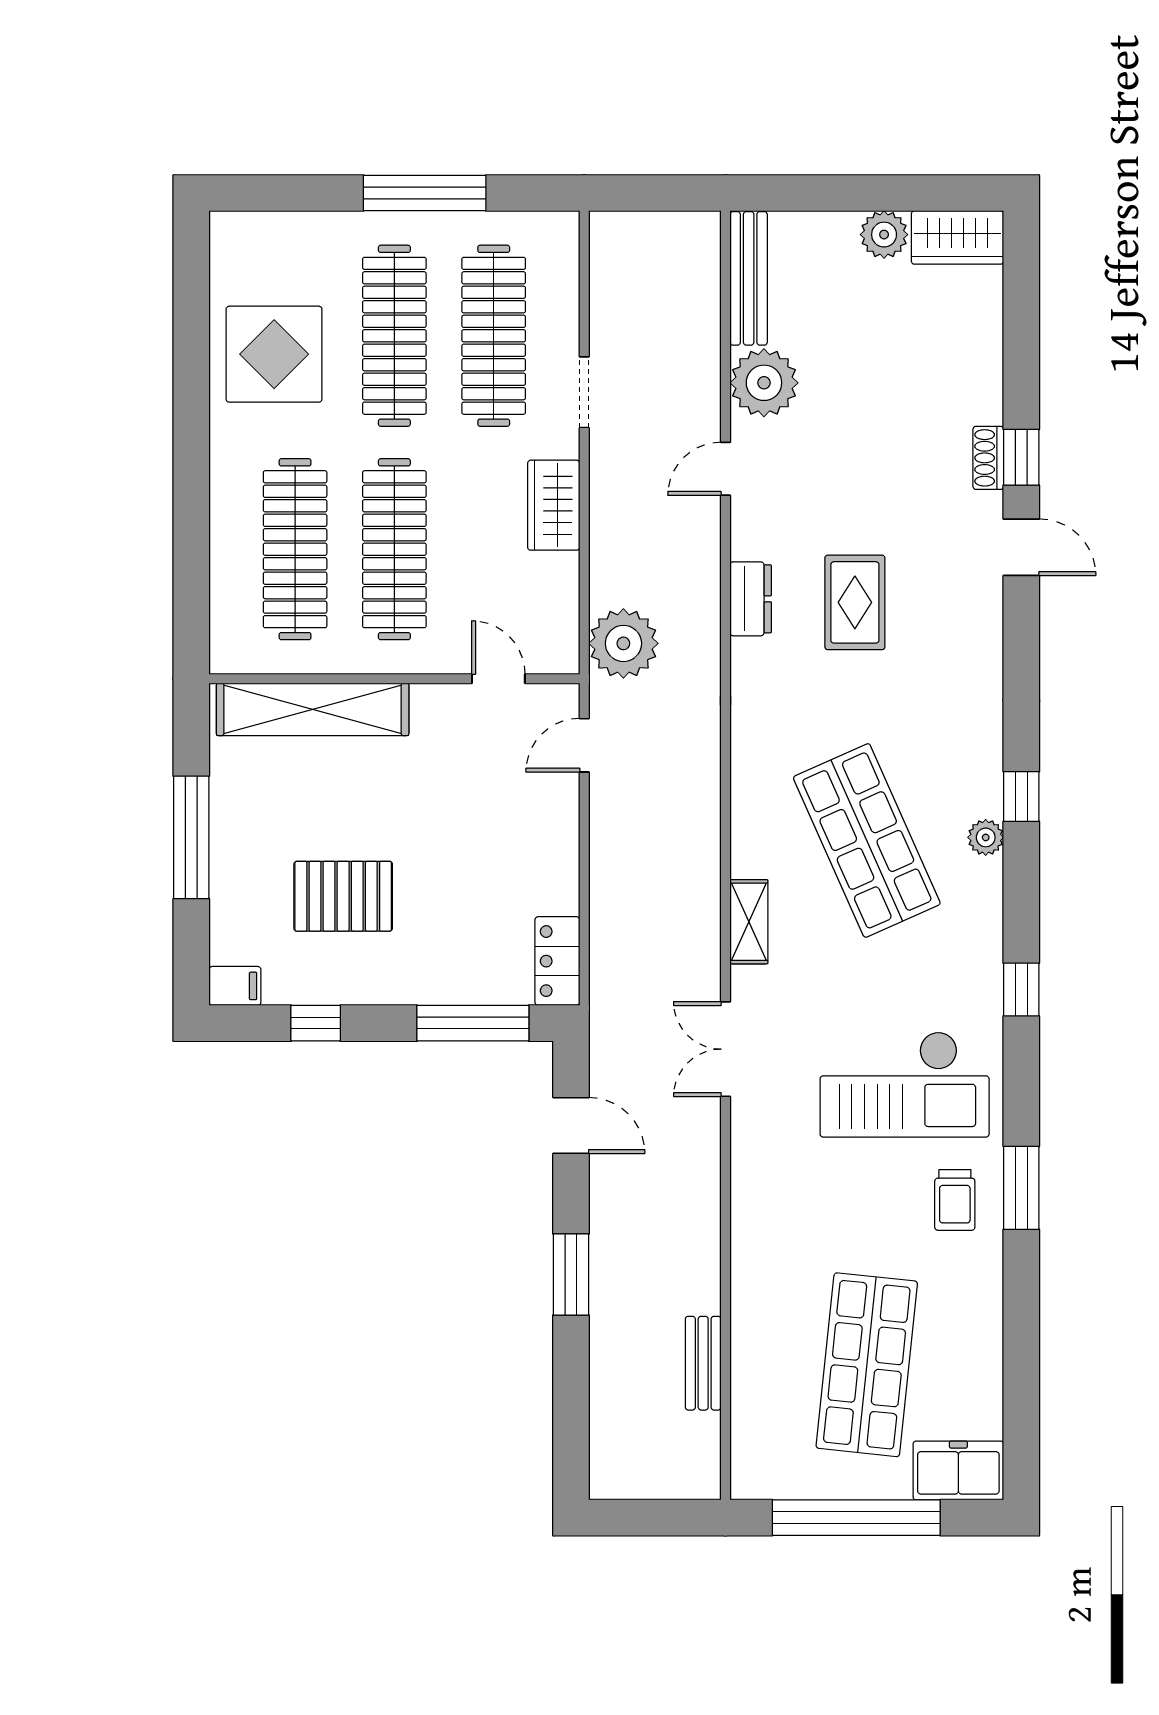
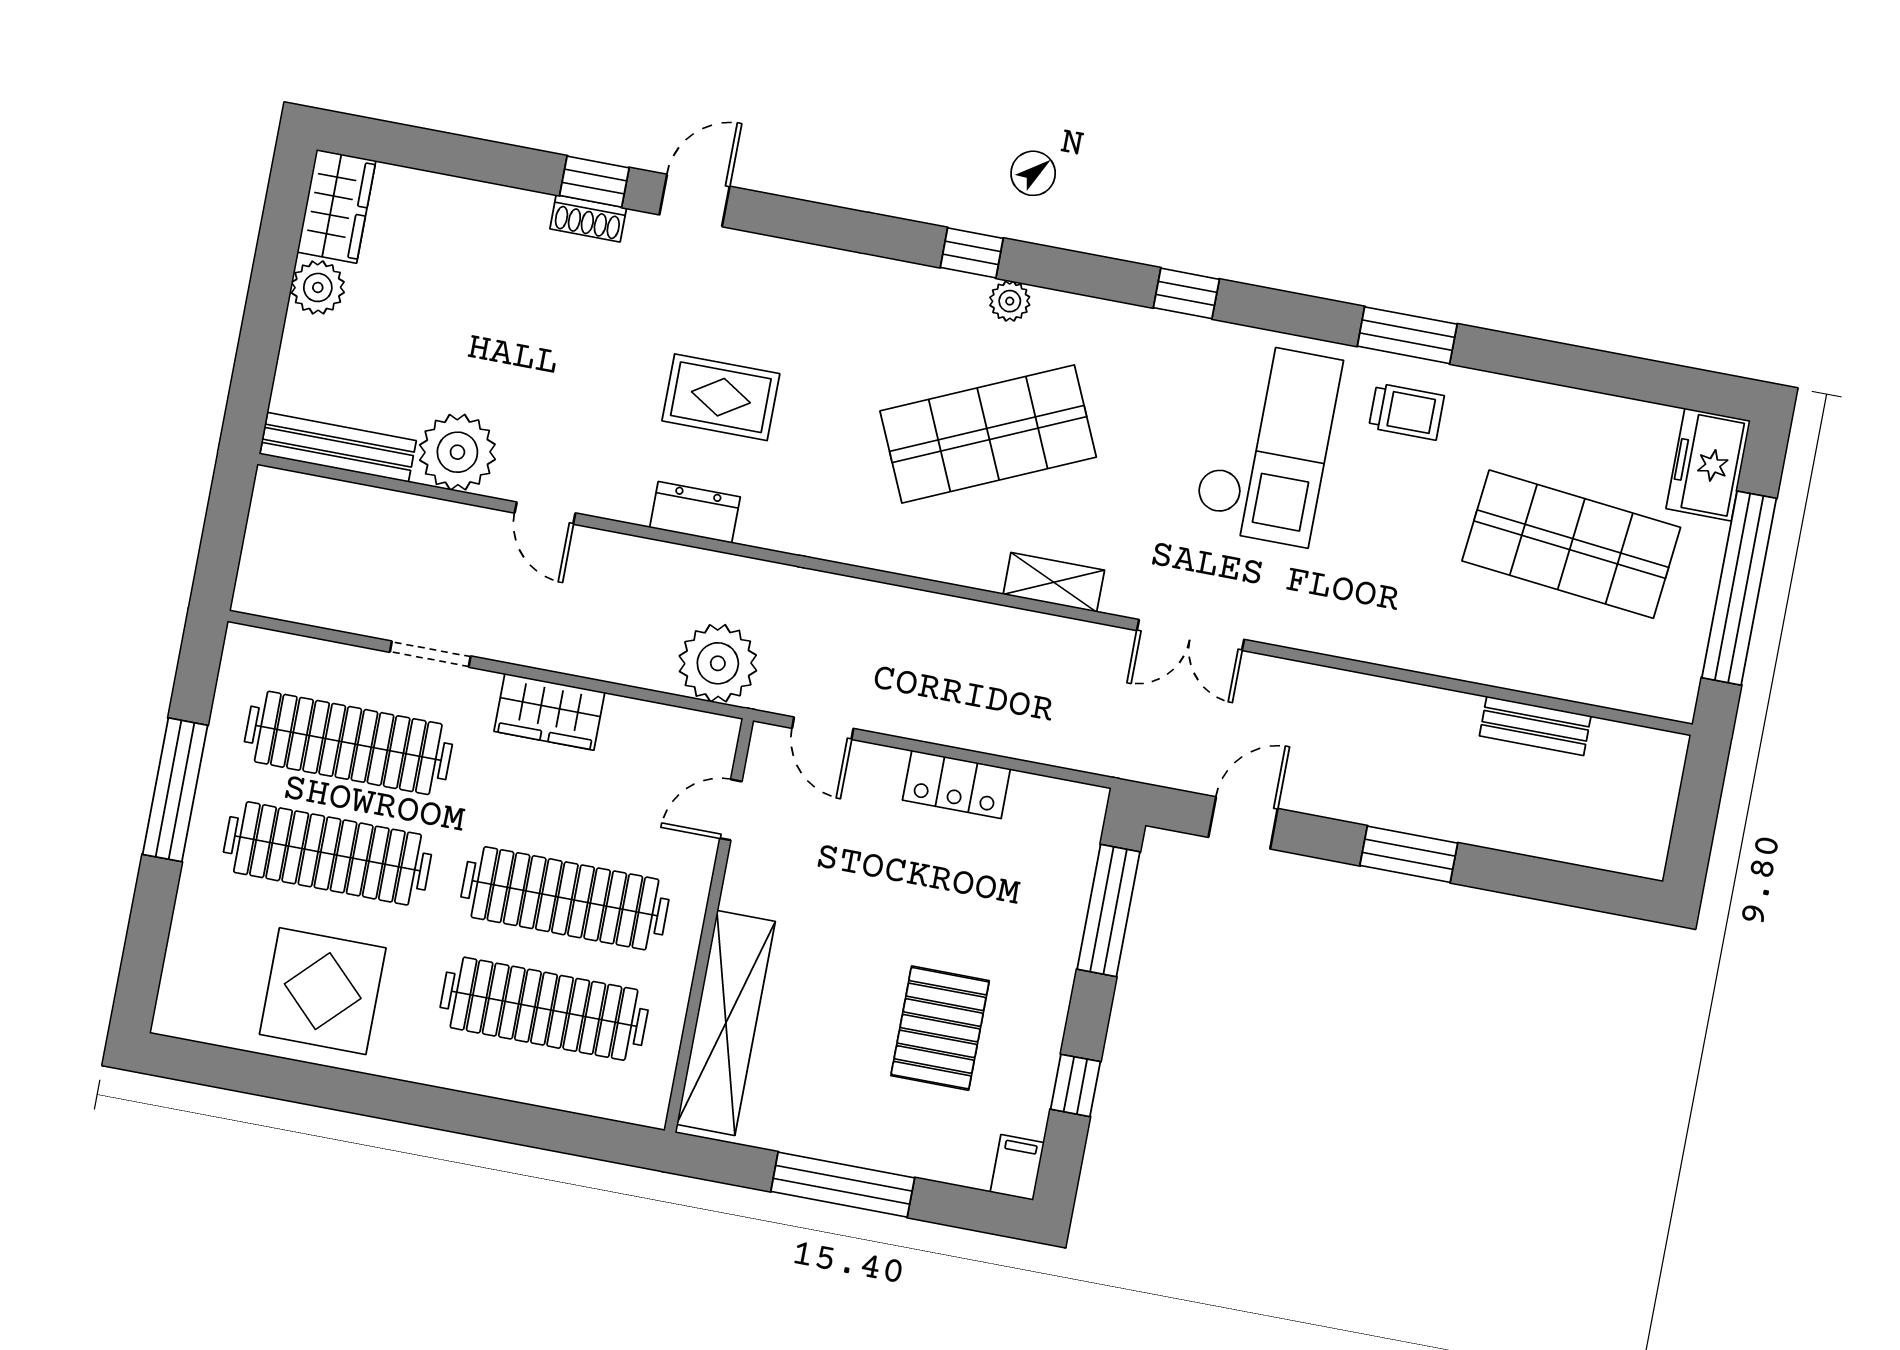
locker: (557, 961) -> (956, 784), moved

